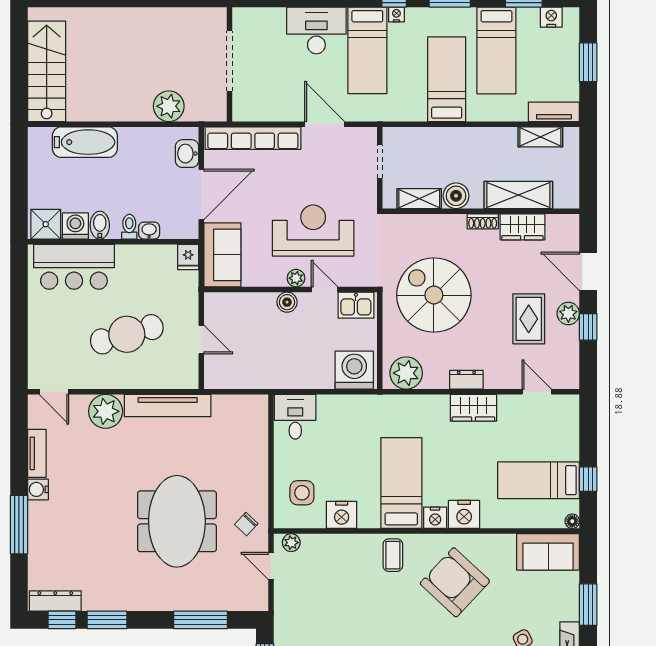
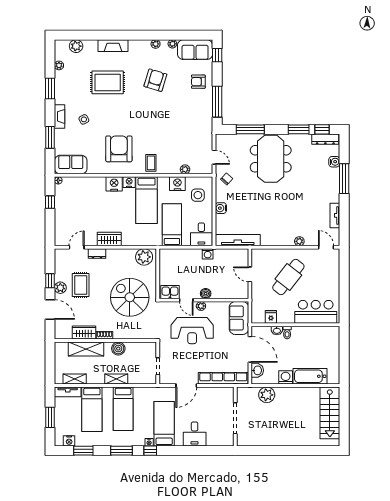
desk: (316, 30) -> (195, 434), width x0.73
bed: (496, 50) -> (92, 409), moved, turned 180
door: (325, 124) -> (186, 386), hinge flipped
door: (201, 194) -> (250, 349), swing flipped
shelving: (419, 199) -> (116, 379), moved
shower: (46, 224) -> (330, 334), removed
bidet: (100, 225) -> (302, 333), removed
washing machine: (75, 226) -> (286, 377), moved, turned 180
fridge: (188, 257) -> (271, 317), moved
spiral stairs: (434, 295) -> (130, 297), turned 180
cafe table: (127, 334) -> (288, 277), turned -36
washing machine: (354, 370) -> (208, 254), moved, width x0.53, depth x0.53
dresser: (466, 380) -> (97, 253), moved
door: (537, 392) -> (77, 247), swing flipped
tv unit: (168, 406) -> (238, 240), moved
plant: (106, 411) -> (299, 241), width x0.53, depth x0.53
water cooler: (258, 468) -> (221, 208), added
bed: (539, 480) -> (172, 225), moved, turned -90
water cooler: (38, 489) -> (334, 162), moved
meeting table: (177, 521) -> (271, 159), moved
plant: (291, 543) -> (185, 169), moved
armchair: (455, 582) -> (119, 149), turned -133

